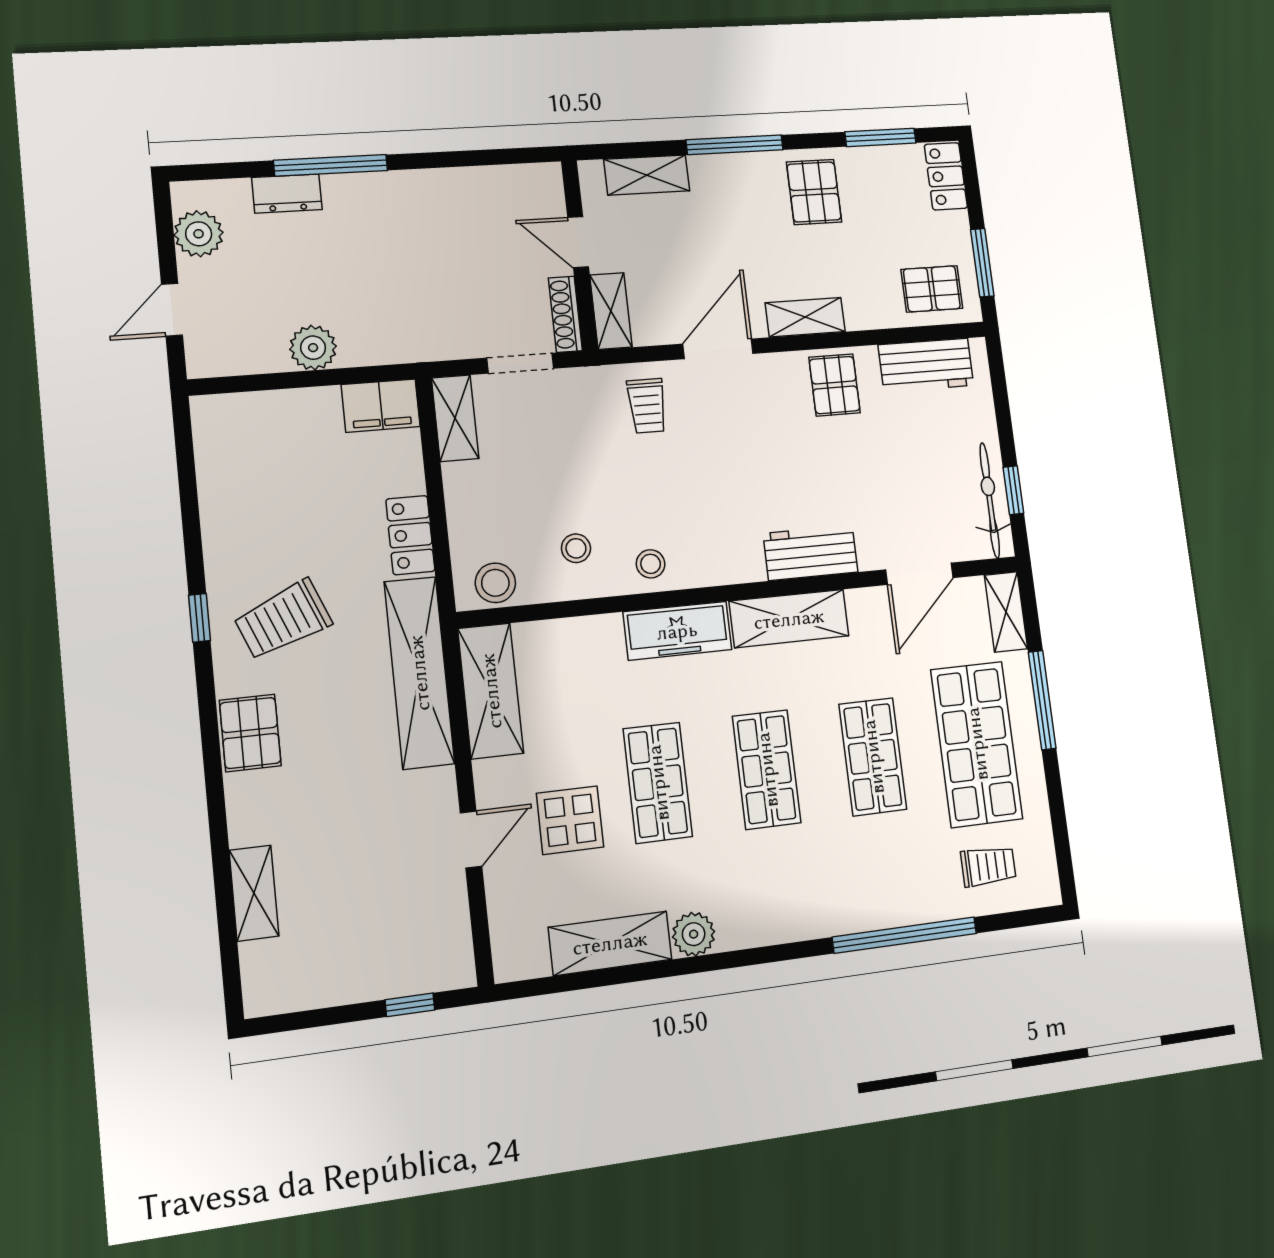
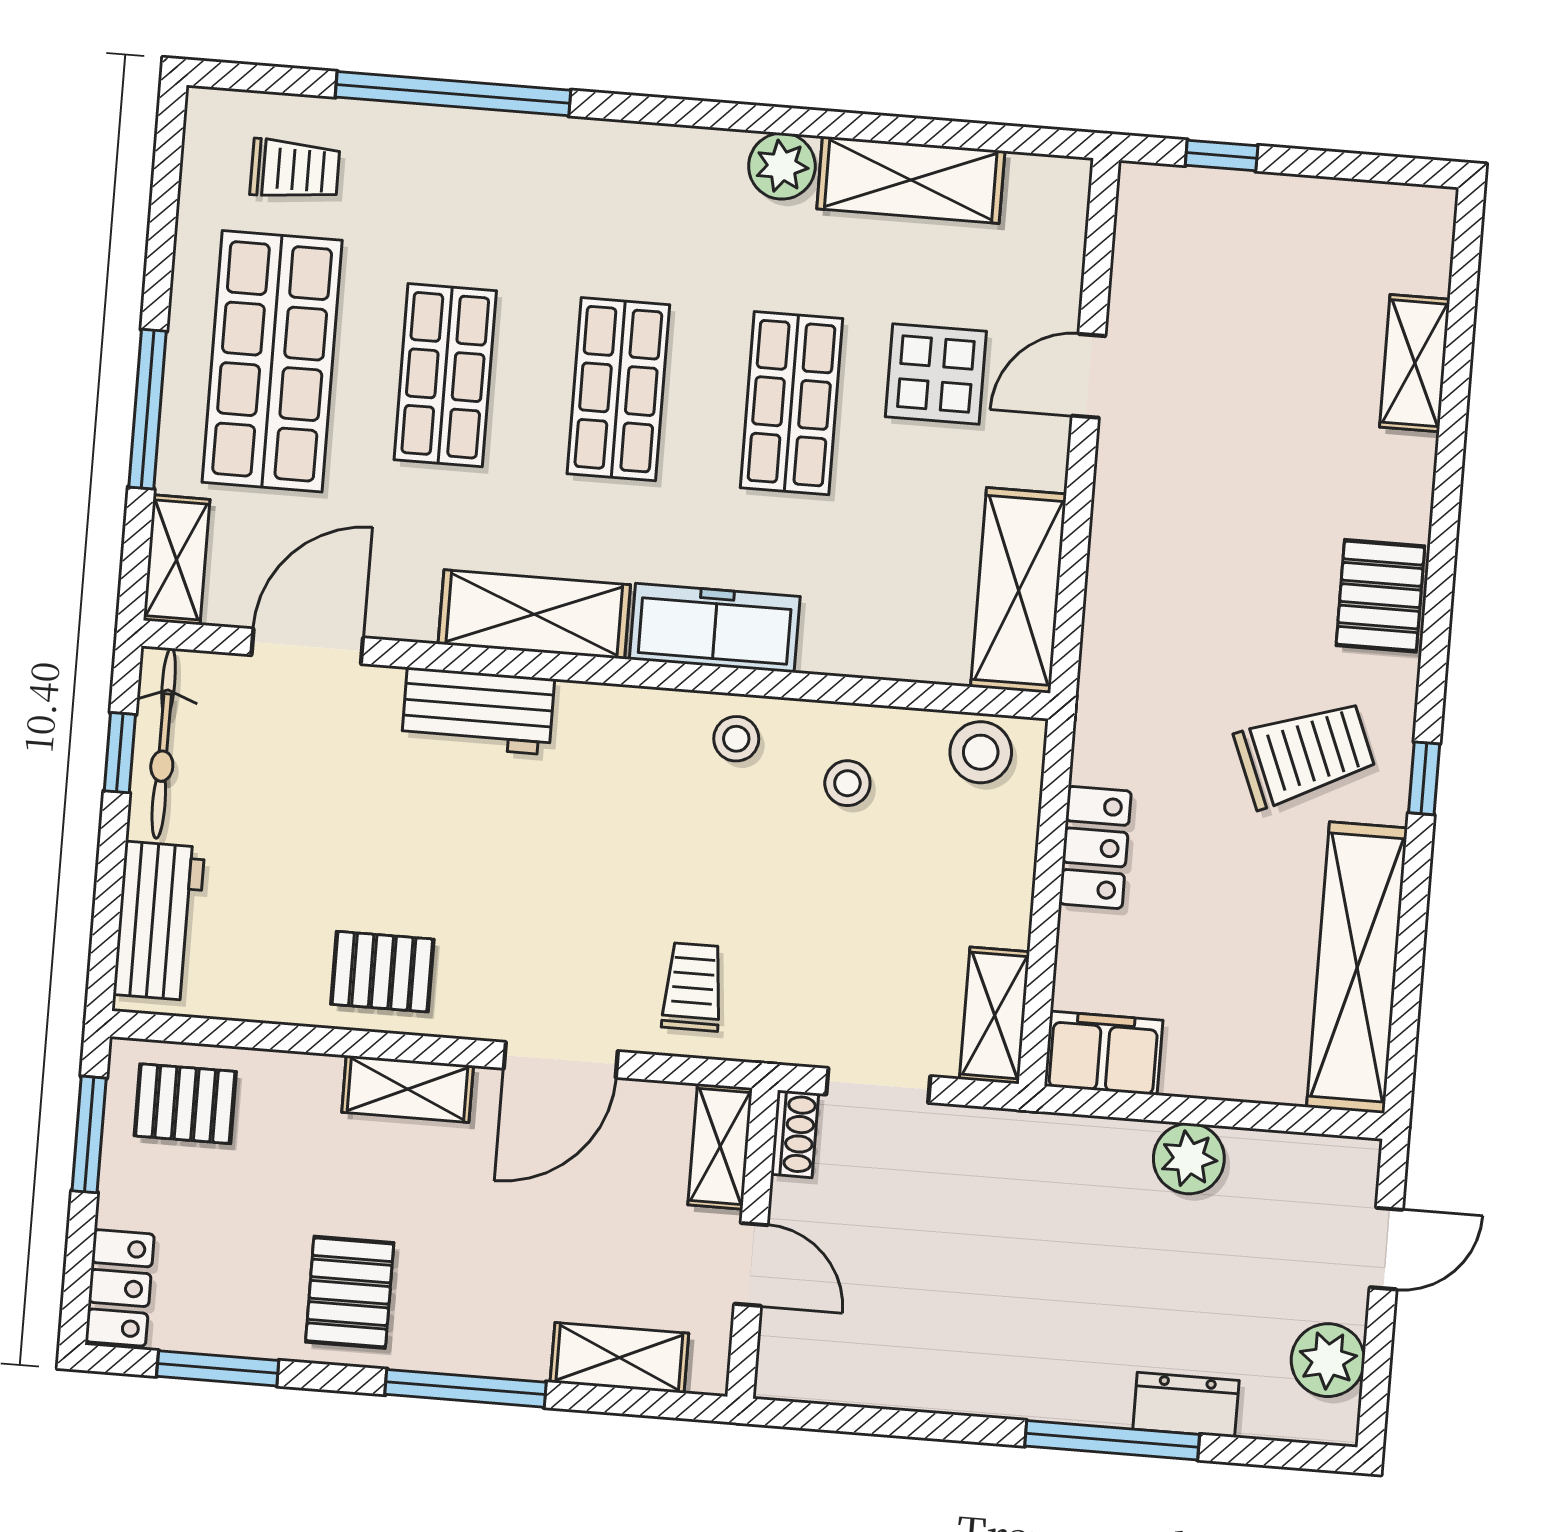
shoe rack: (565, 314) -> (795, 1134), width x0.70
workbench: (926, 365) -> (159, 921), moved, turned 90
pallet: (835, 385) -> (382, 972), turned 90
shelving: (419, 673) -> (1357, 968), moved
trolley: (988, 866) -> (295, 170), turned 180

